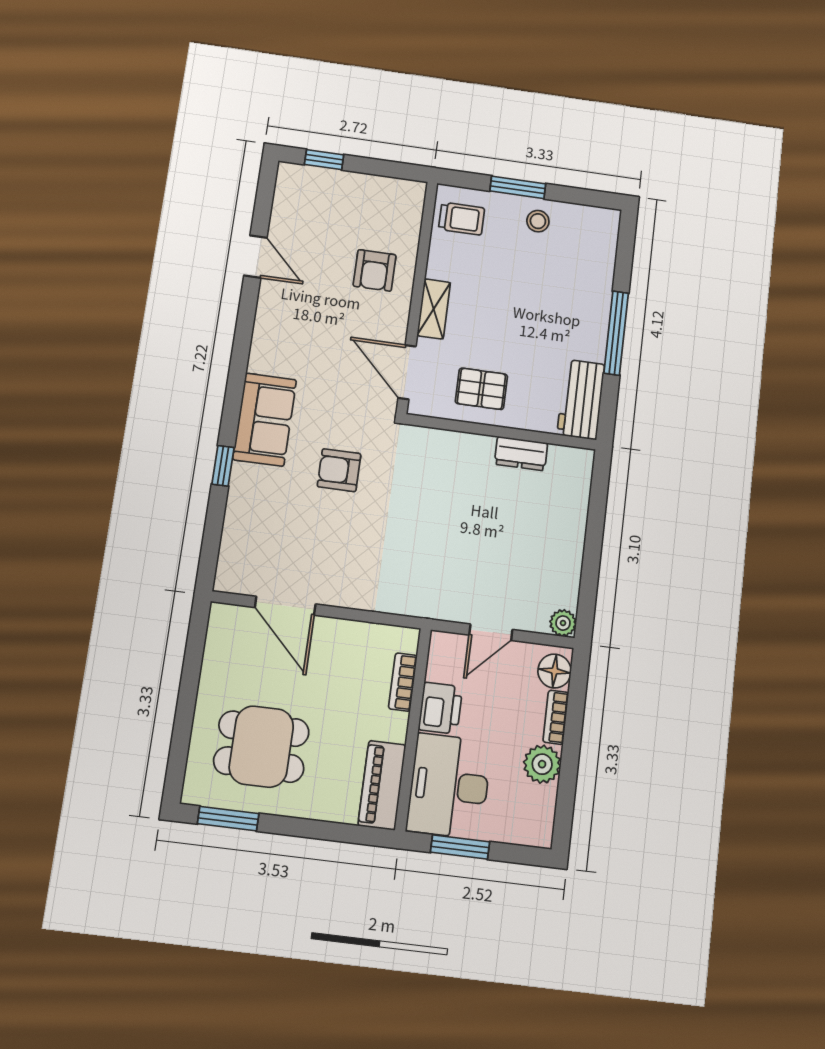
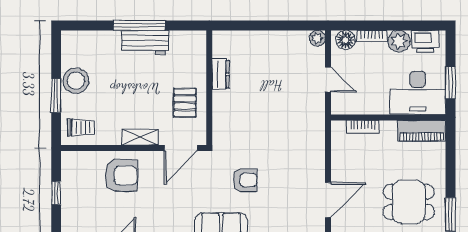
window: (324, 160) -> (56, 193), moved
trolley: (462, 219) -> (81, 127), turned 90
stool: (538, 221) -> (76, 81), width x1.89, depth x1.89
armchair: (375, 270) -> (121, 176), width x1.38, depth x1.38
workbench: (581, 399) -> (145, 42), moved
armchair: (339, 470) -> (245, 180), turned -90
printer: (441, 708) -> (425, 42), moved, turned 180
dining table: (261, 747) -> (409, 202), turned 90

